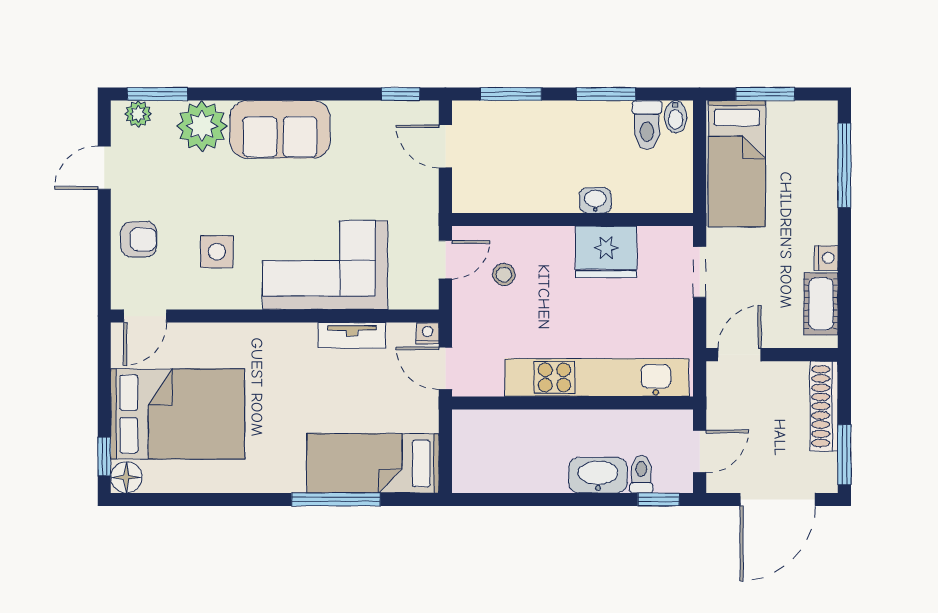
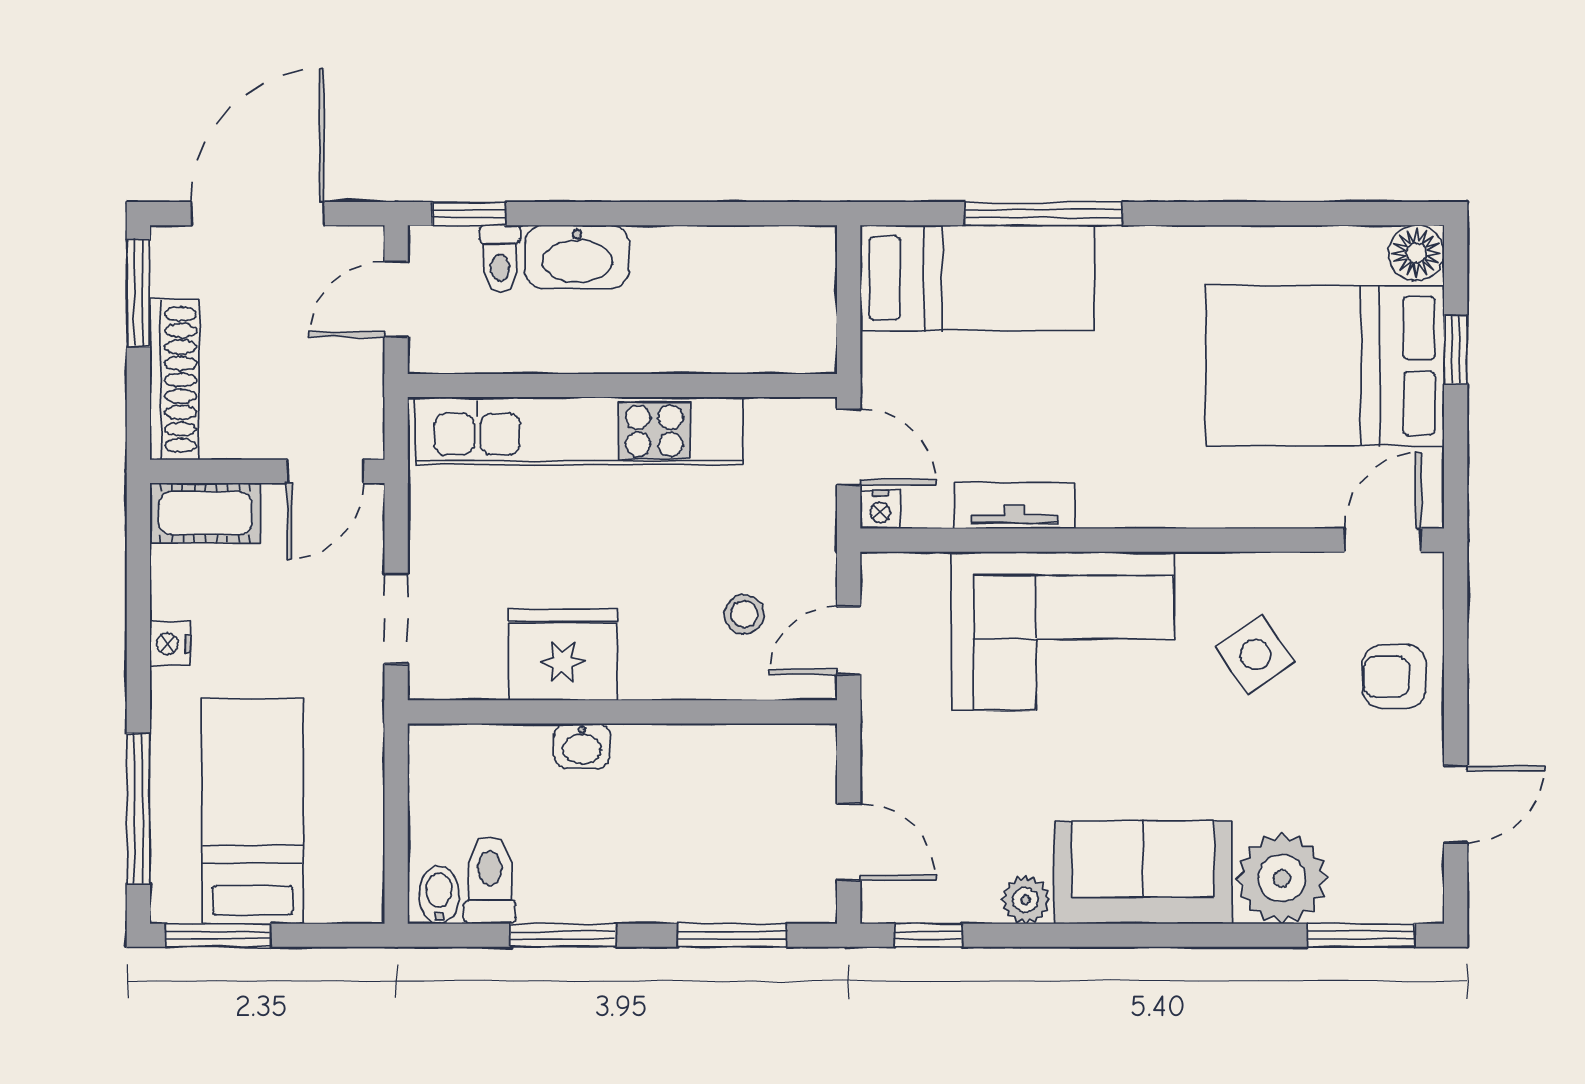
window: (765, 94) -> (218, 935), moved
plant: (138, 114) -> (1025, 900), moved
bed: (737, 164) -> (253, 811), moved
side table: (217, 252) -> (1255, 655), turned -34
cot: (821, 304) -> (205, 513), moved, turned 90
window: (104, 457) -> (1456, 350), moved

